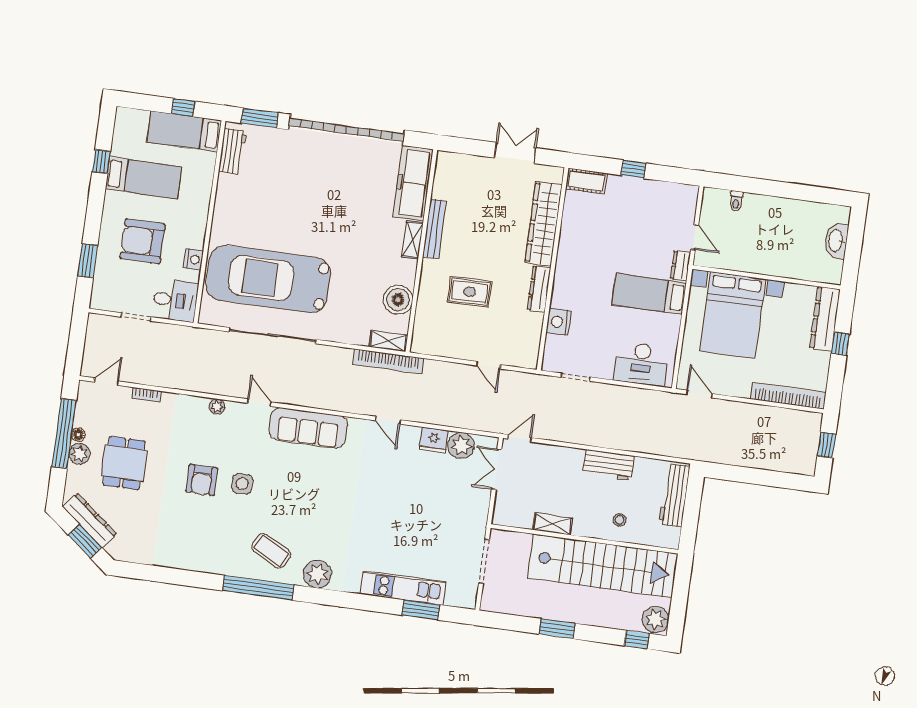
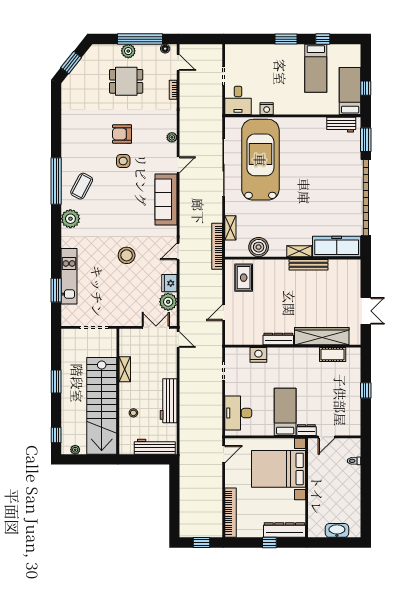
cot: (586, 181) -> (333, 354), moved, turned 90
armchair: (143, 241) -> (274, 74), removed
window: (88, 261) -> (286, 39), moved
rug: (470, 292) -> (244, 278), moved
shelving: (388, 341) -> (230, 228), moved
floor lamp: (78, 435) -> (165, 49), moved
workbench: (609, 465) -> (169, 401), width x1.37
stool: (384, 498) -> (127, 255), added
dresser: (90, 520) -> (85, 64), removed
plant: (656, 620) -> (75, 450), width x0.53, depth x0.53

